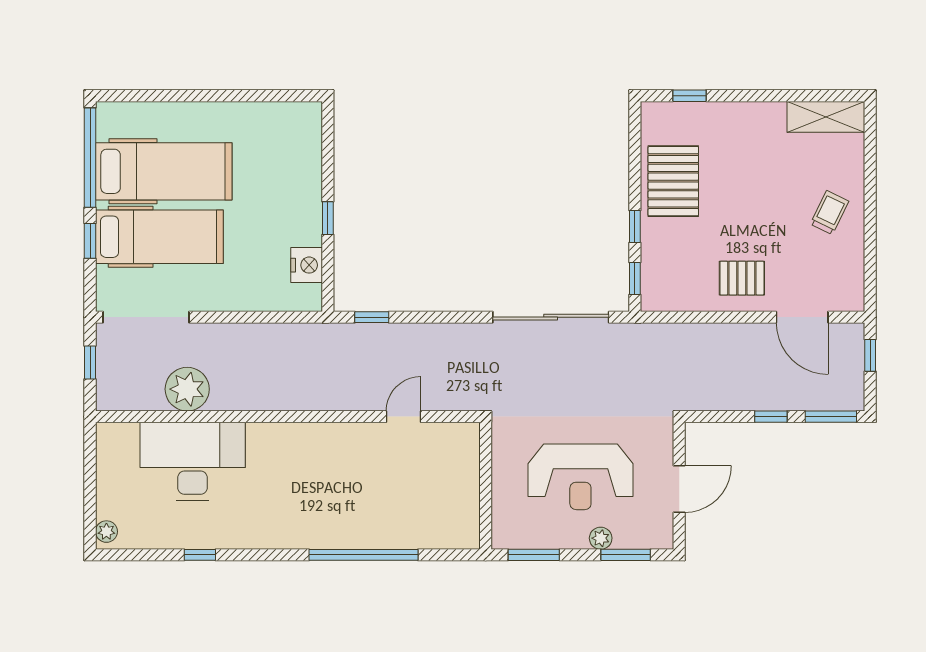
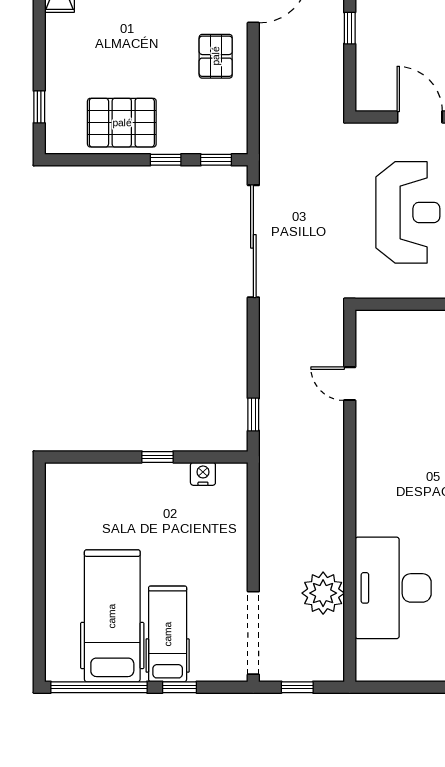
hospital bed: (159, 237) -> (168, 634), width x0.73, depth x0.78
nightstand: (307, 265) -> (203, 474), width x0.74, depth x0.75

